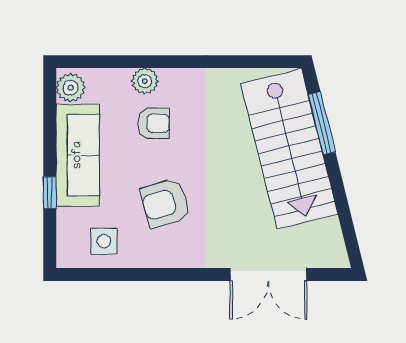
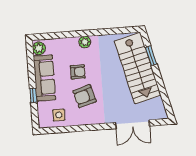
plant: (145, 81) -> (85, 42), moved
armchair: (154, 123) -> (78, 72), moved
window: (322, 123) -> (151, 56), width x0.69

